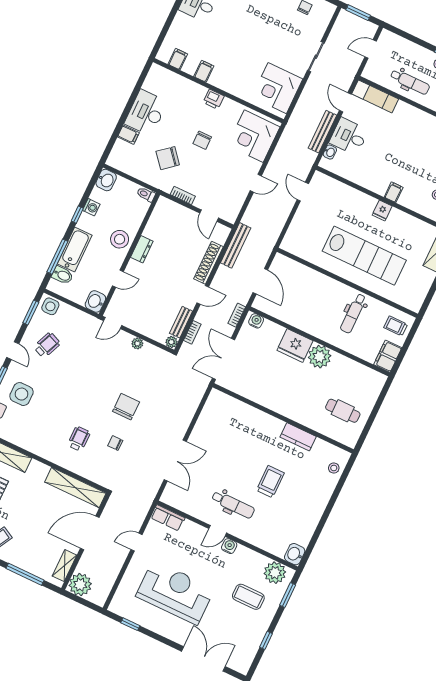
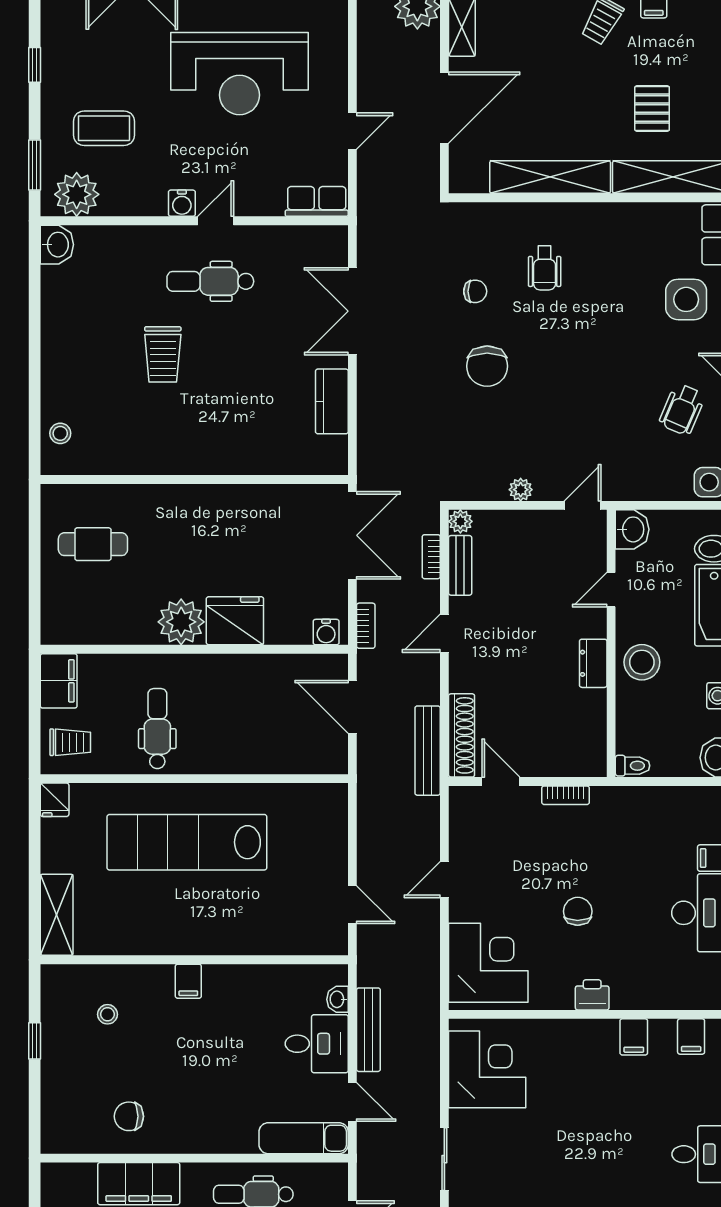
chair: (168, 158) -> (624, 850), removed
fridge: (382, 211) -> (55, 800), moved, turned 180
shoe rack: (208, 263) -> (462, 735), moved
kitchen counter: (298, 437) -> (332, 401), moved, turned -90
shelving: (75, 488) -> (550, 177), moved

